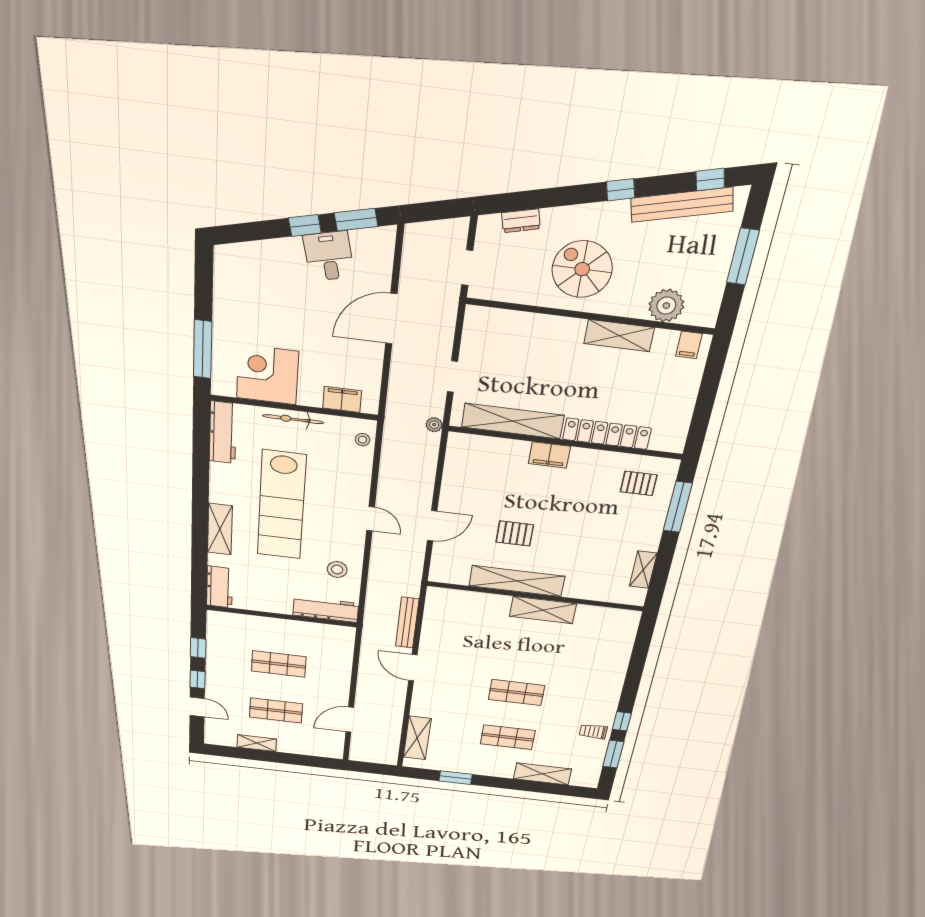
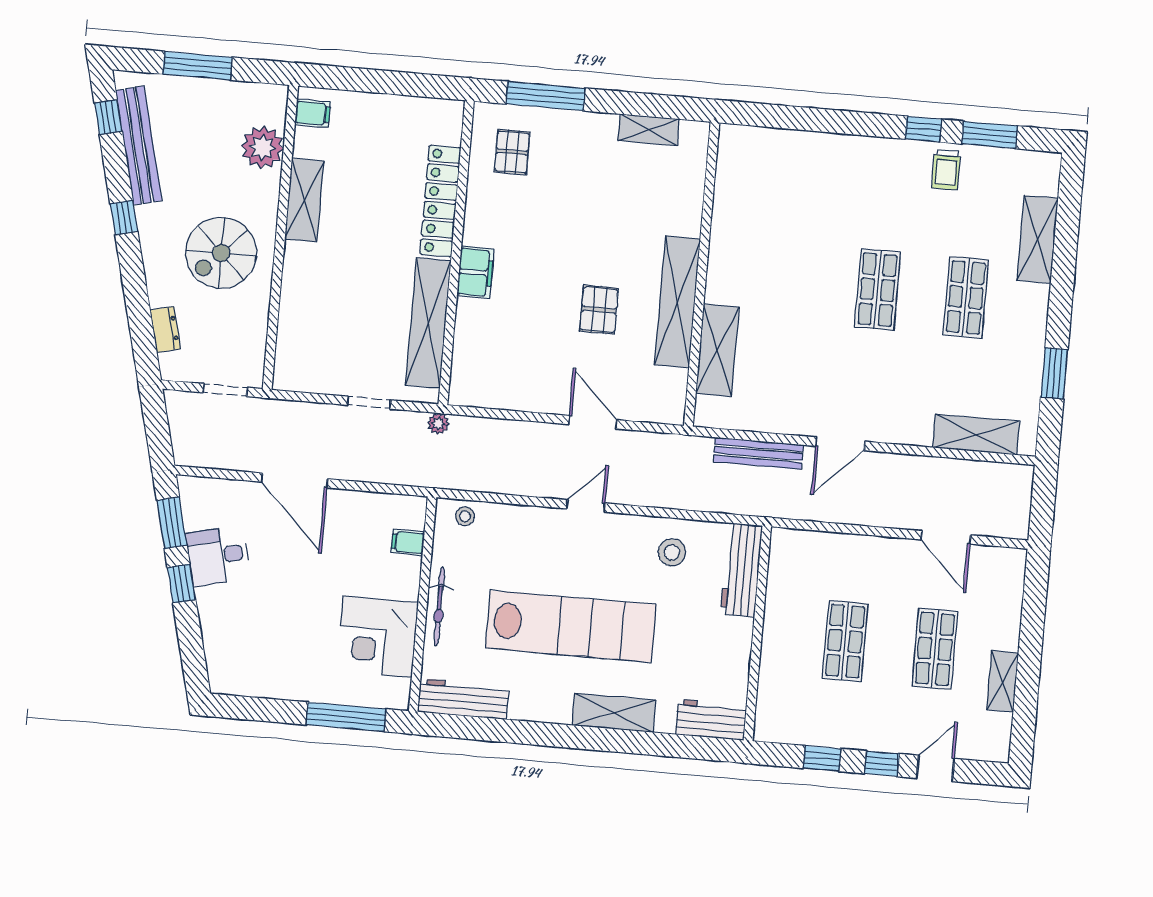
filing cabinet: (342, 399) -> (408, 542), width x0.50
shelving: (543, 610) -> (717, 350), moved

